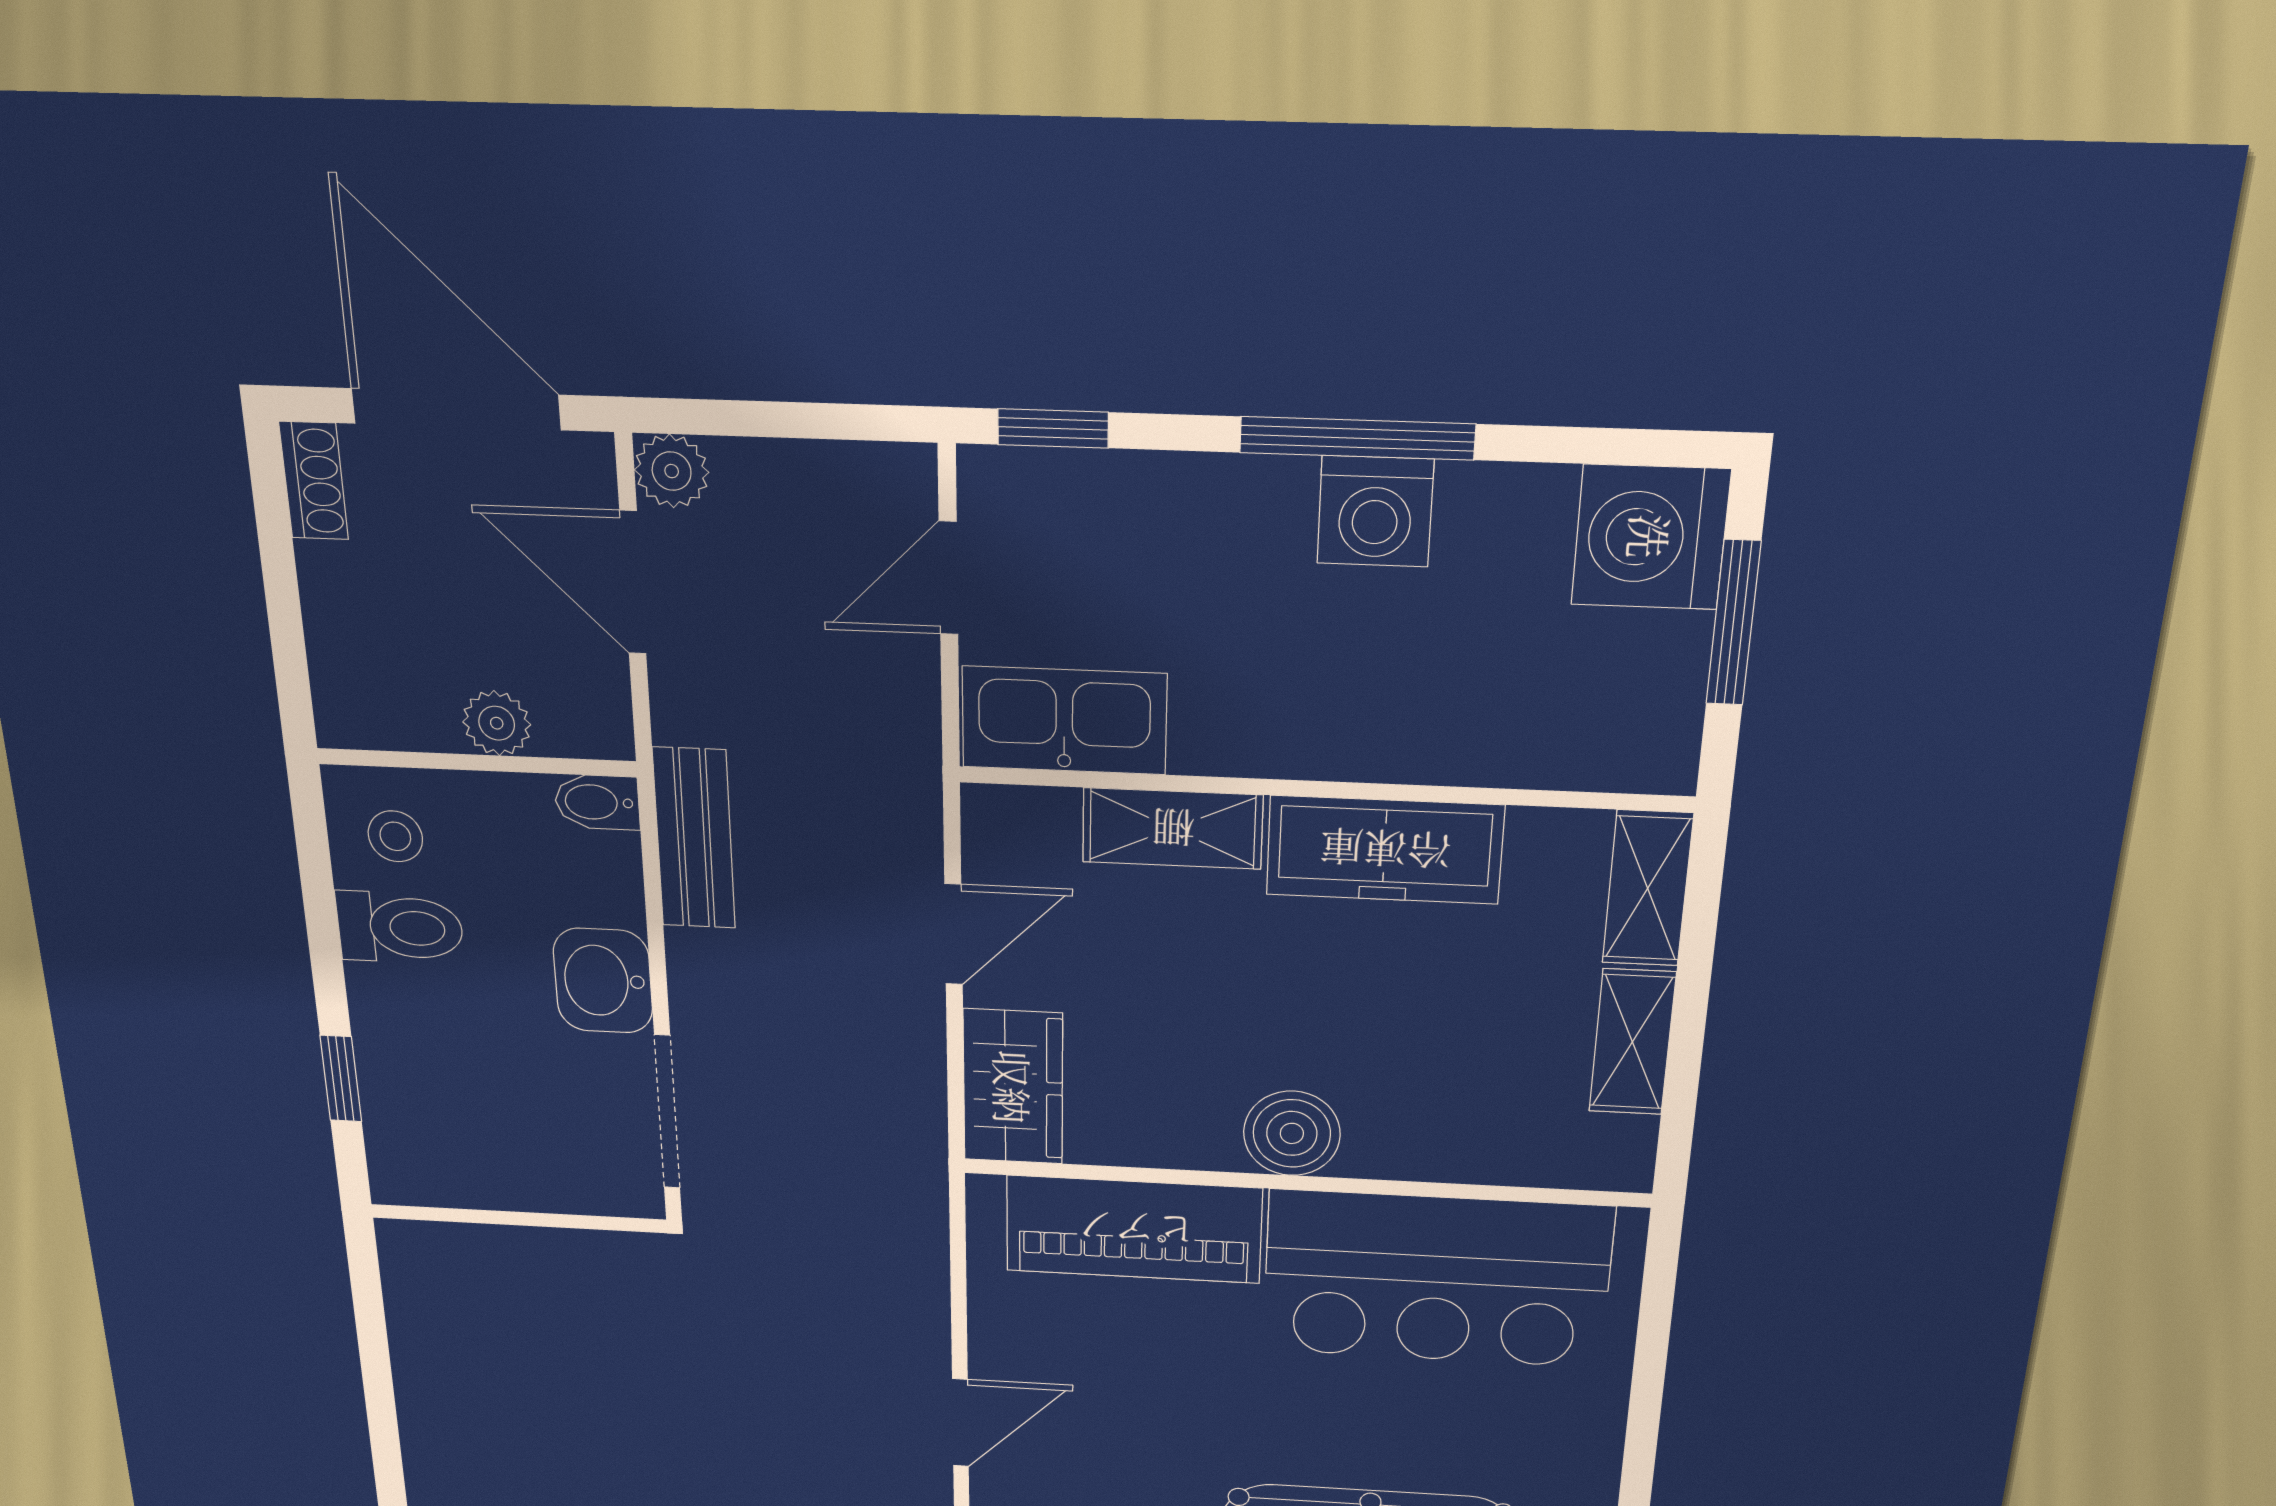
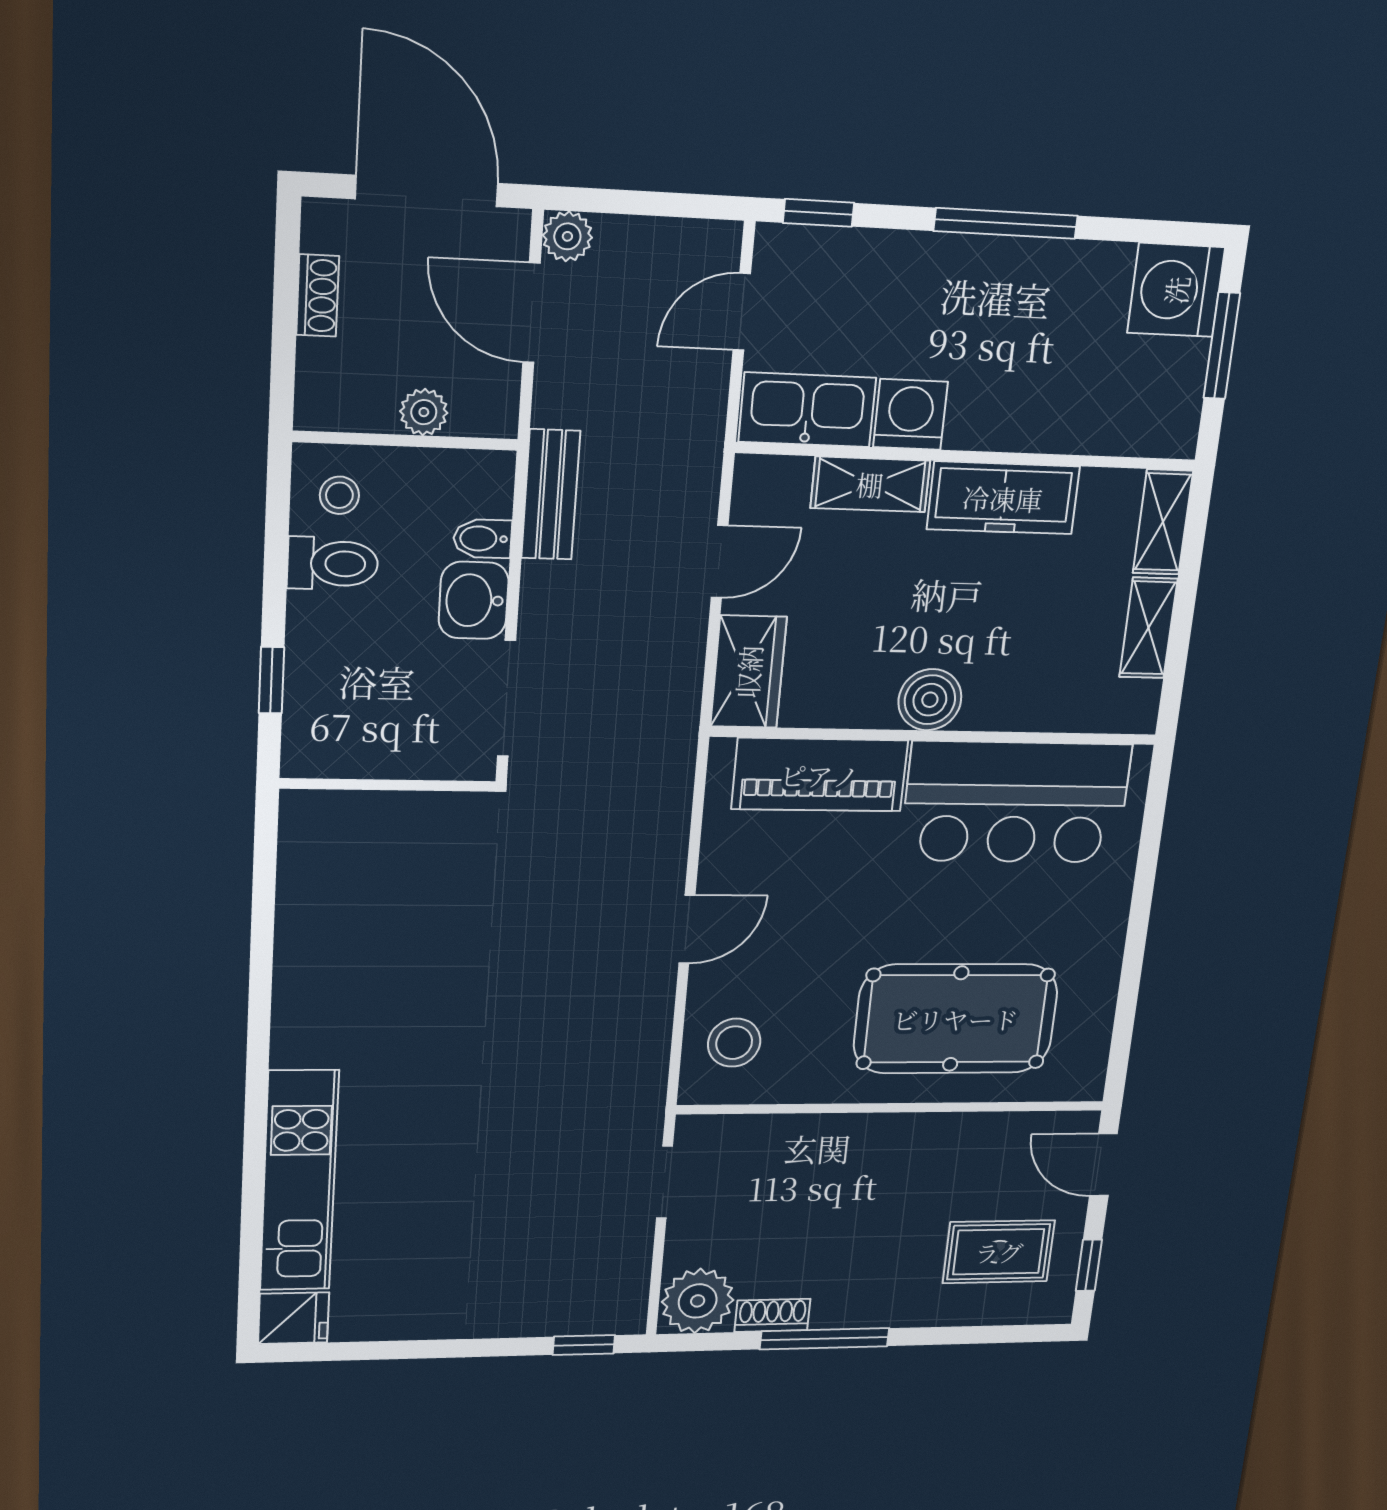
shoe rack: (314, 481) -> (318, 295), moved
washing machine: (1375, 511) -> (910, 414), moved, turned 180
bidet: (597, 802) -> (482, 539), moved

